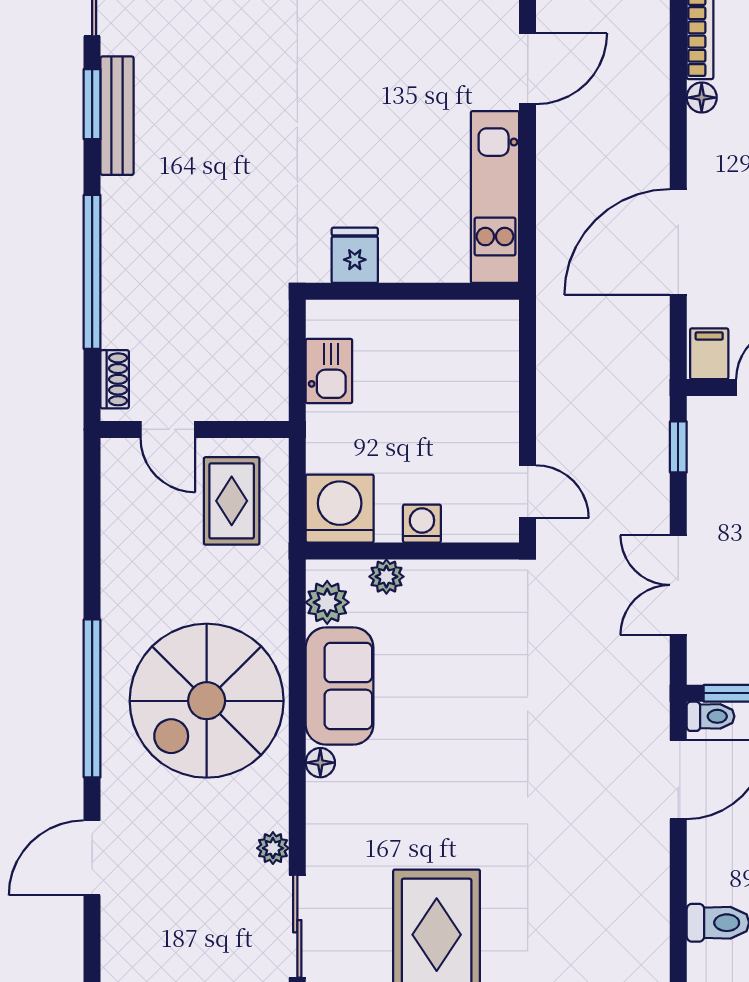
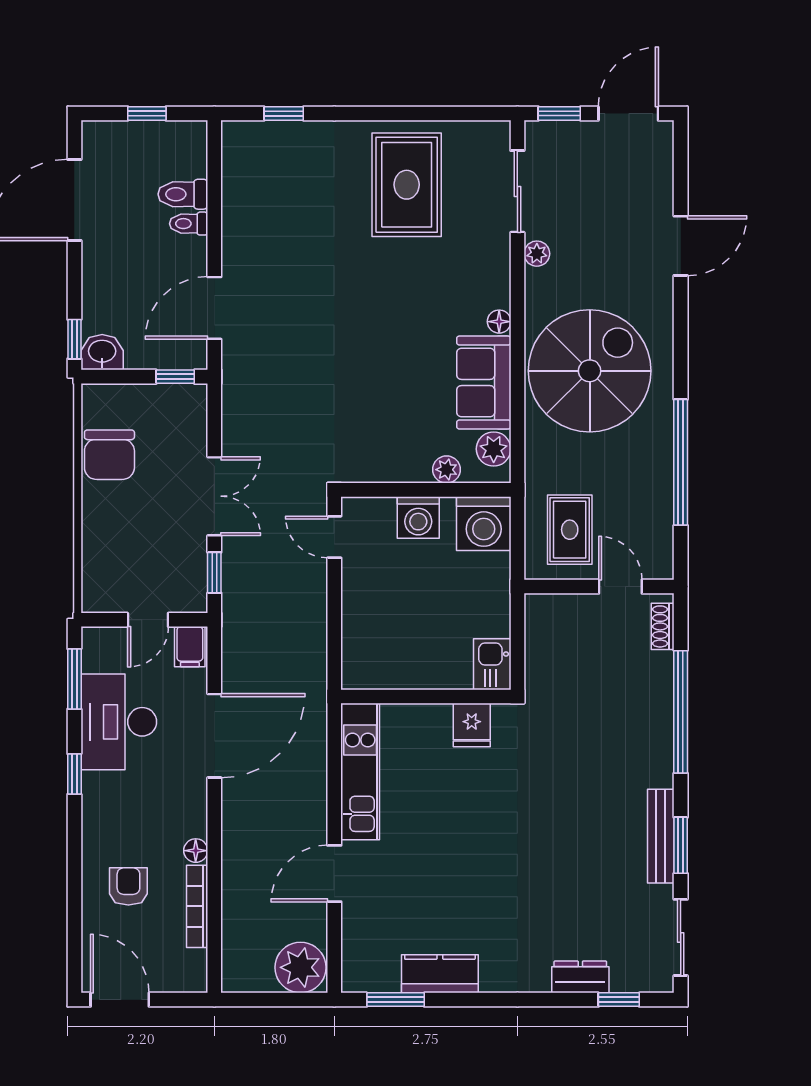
kitchen sink: (329, 371) -> (492, 664), moved
washing machine: (422, 524) -> (418, 517), width x1.38, depth x1.38
double door: (678, 585) -> (214, 496), moved
window: (92, 698) -> (681, 462), moved
toilet: (711, 716) -> (189, 224), moved

